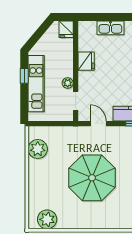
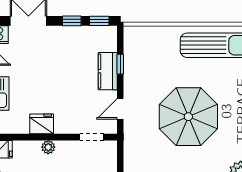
plant: (68, 83) -> (48, 147), moved

